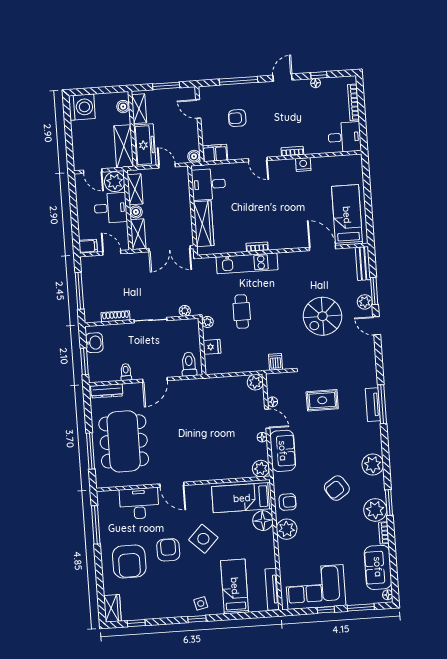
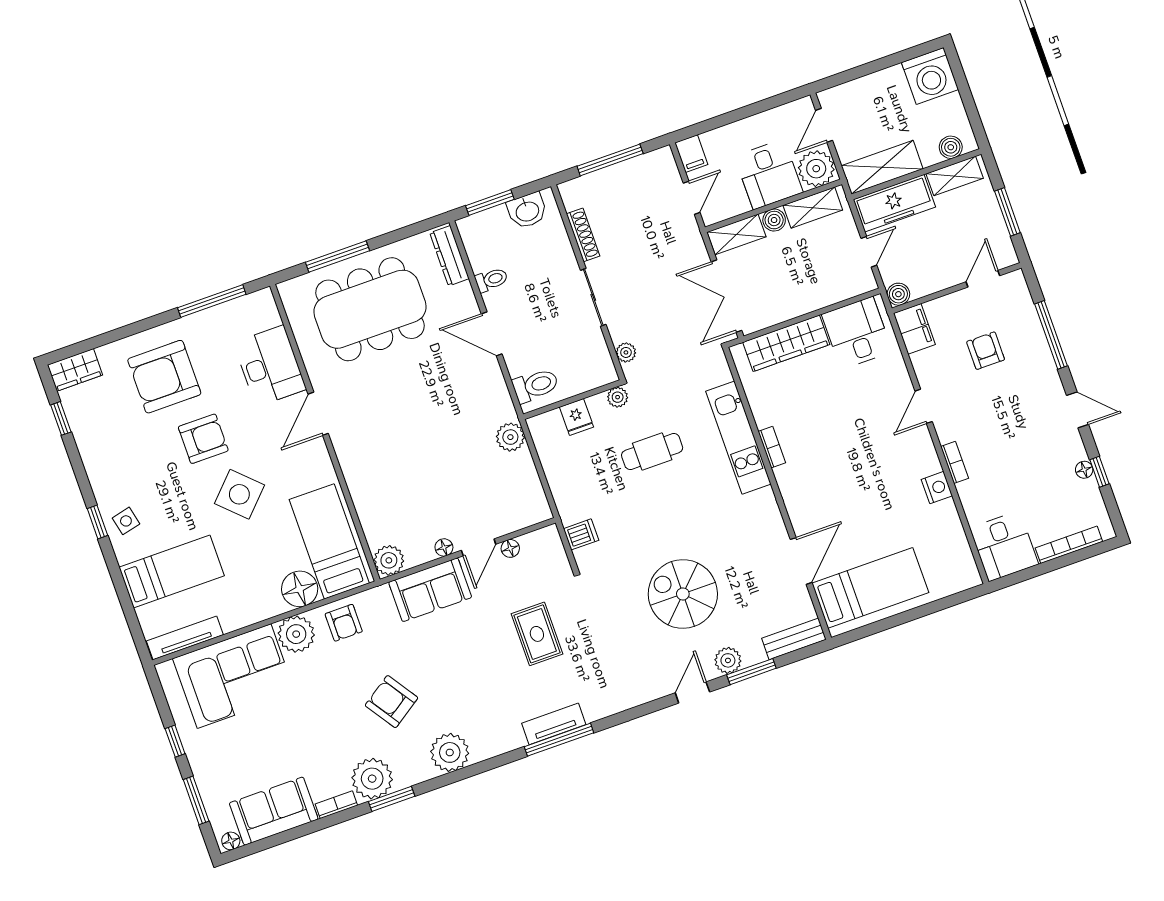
plant: (255, 382) -> (510, 437), moved
corner sofa: (315, 587) -> (234, 676), moved, turned 90

